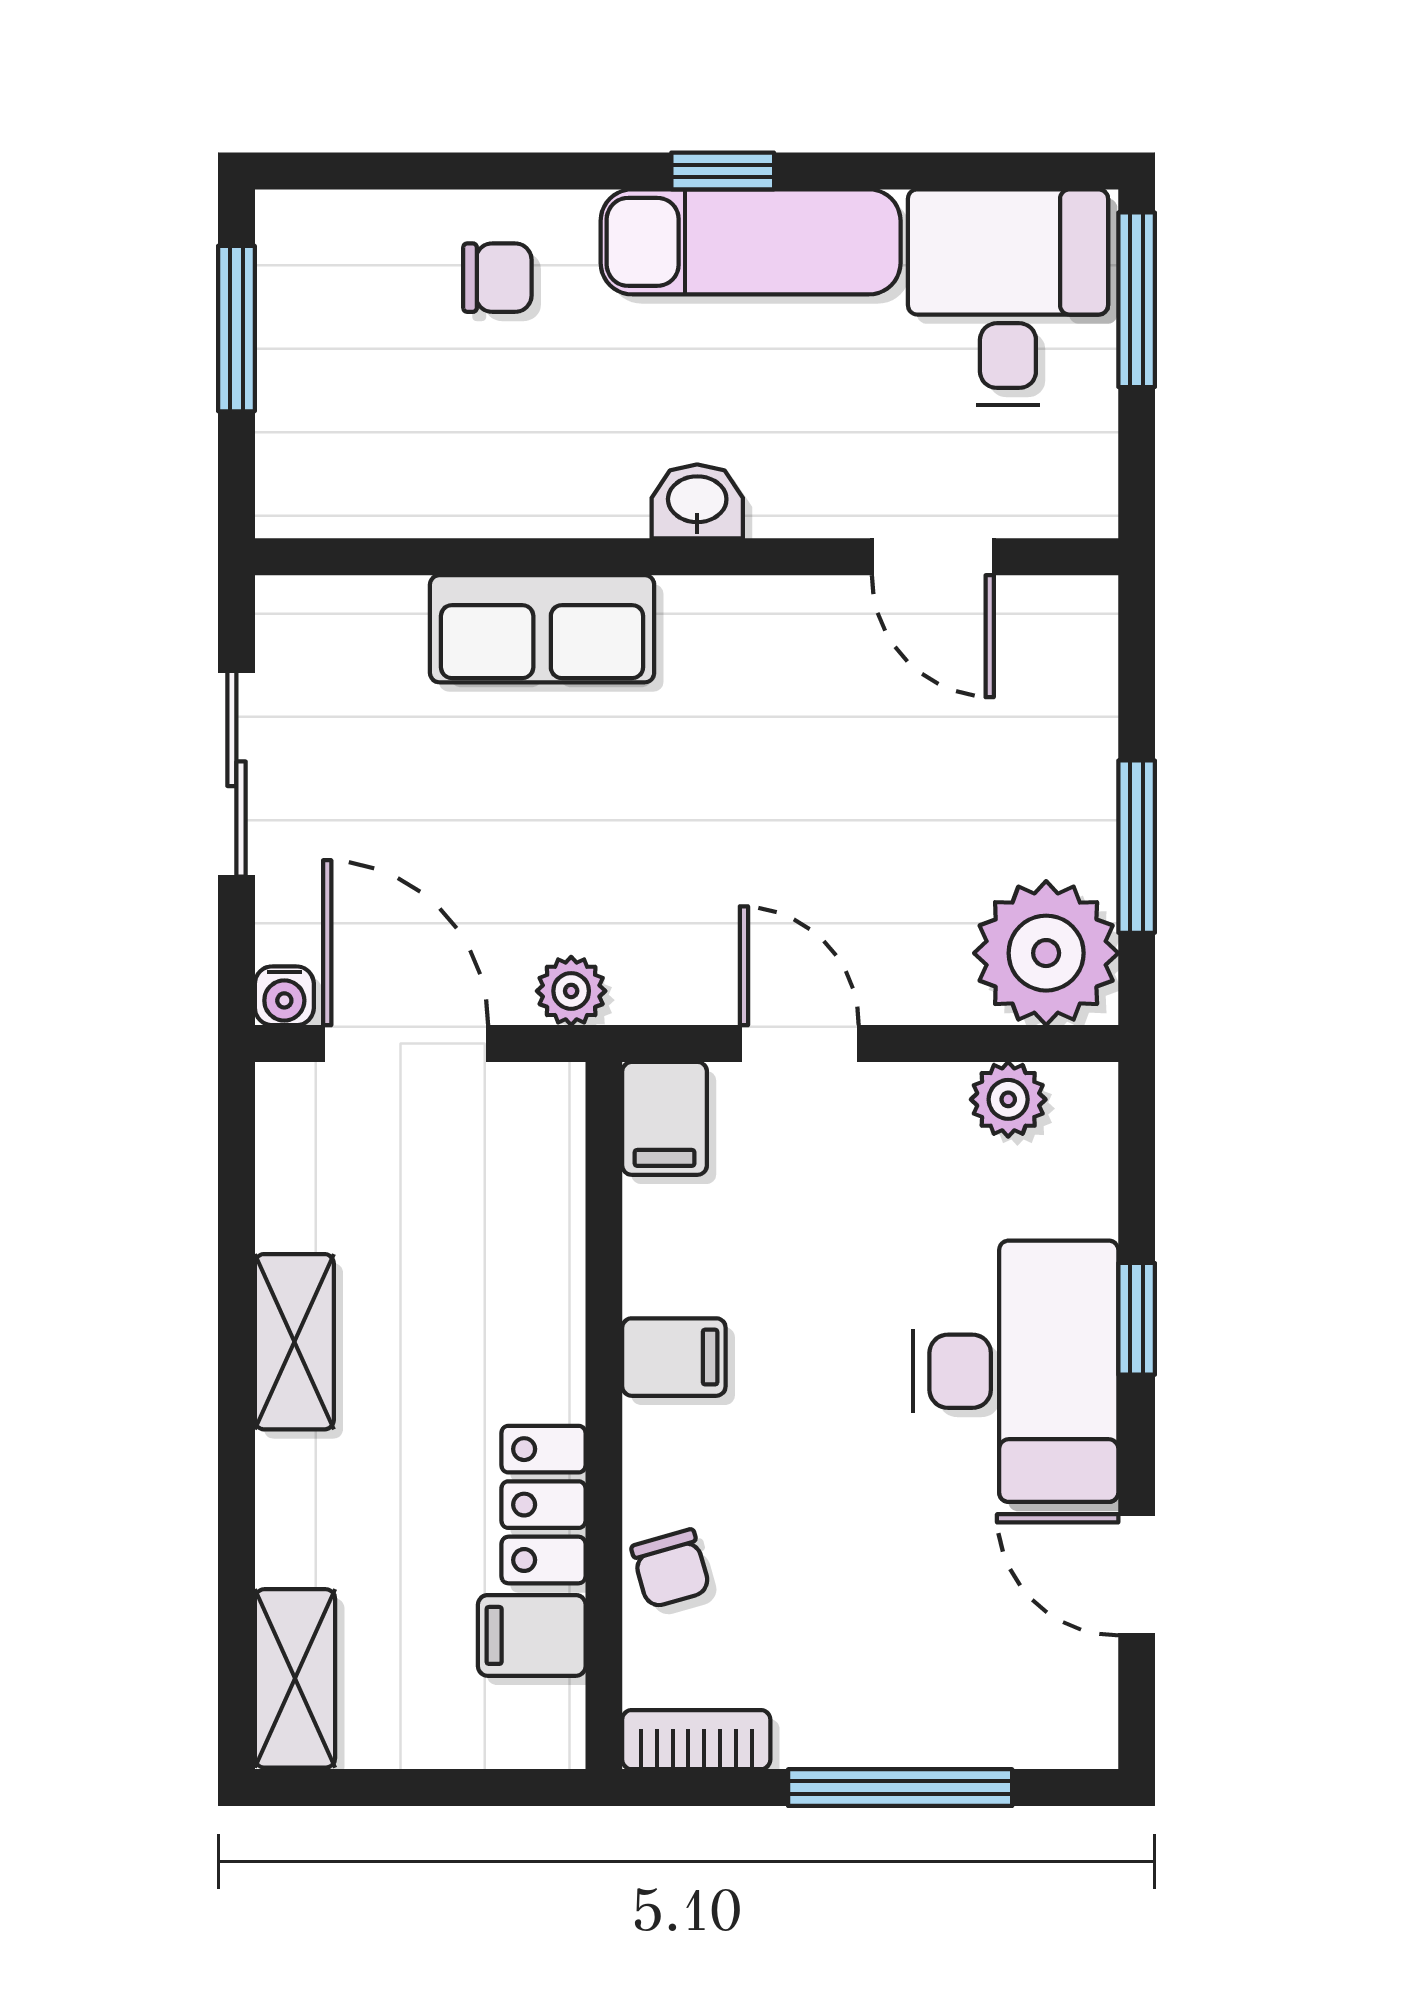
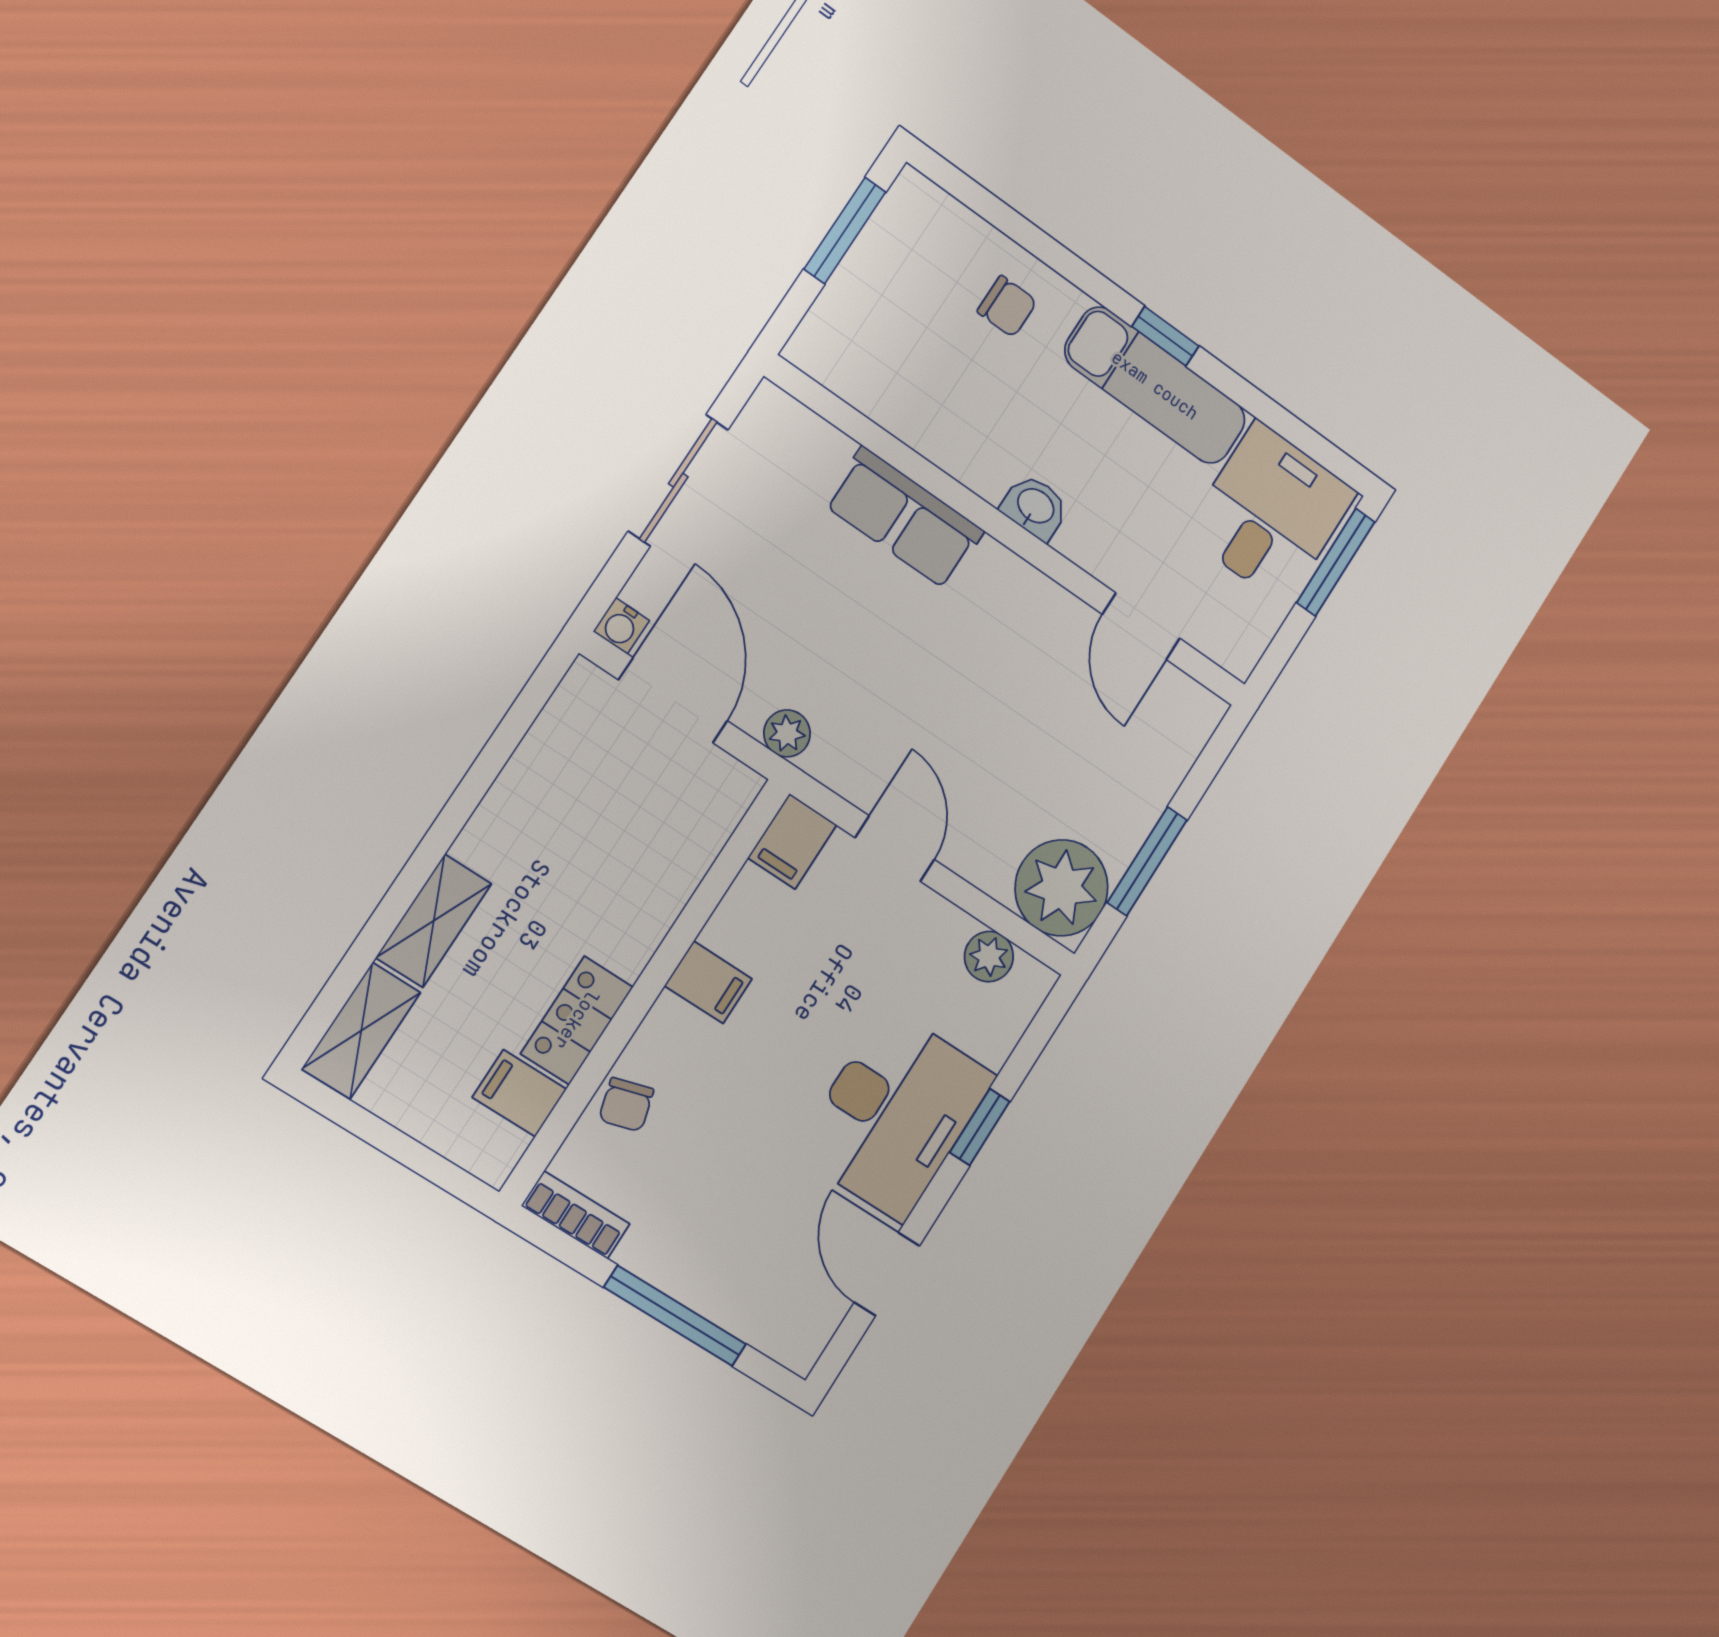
shelving: (294, 1342) -> (434, 921), moved

